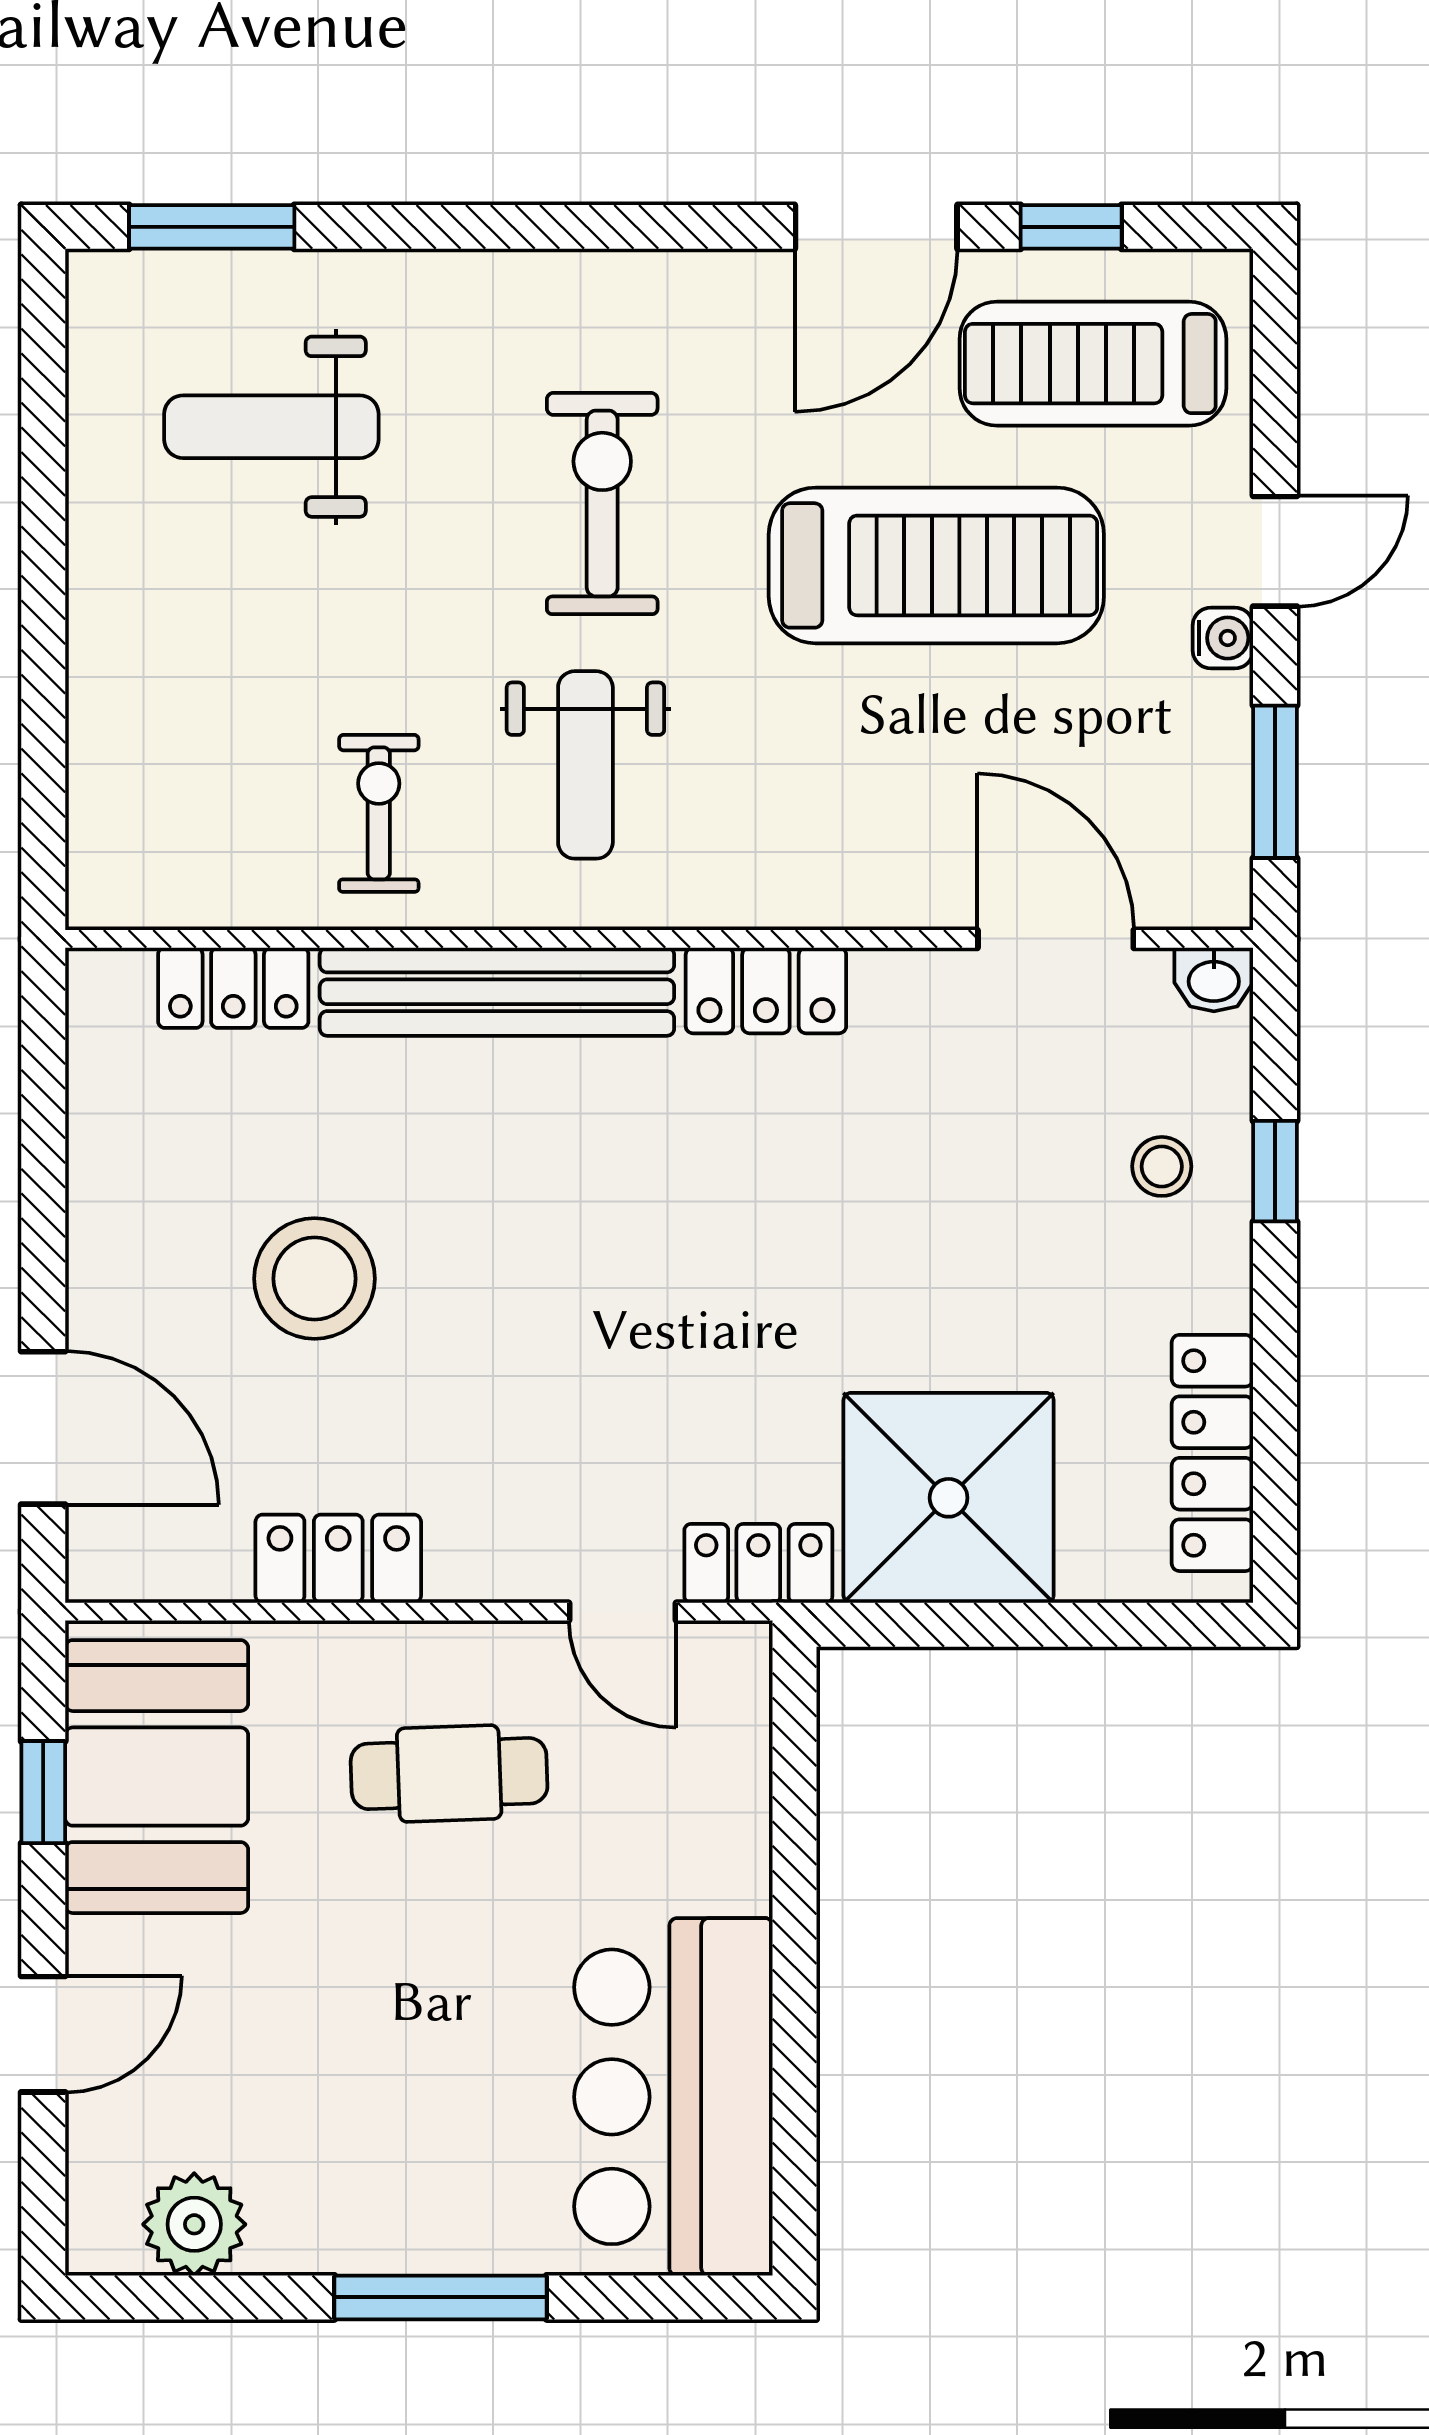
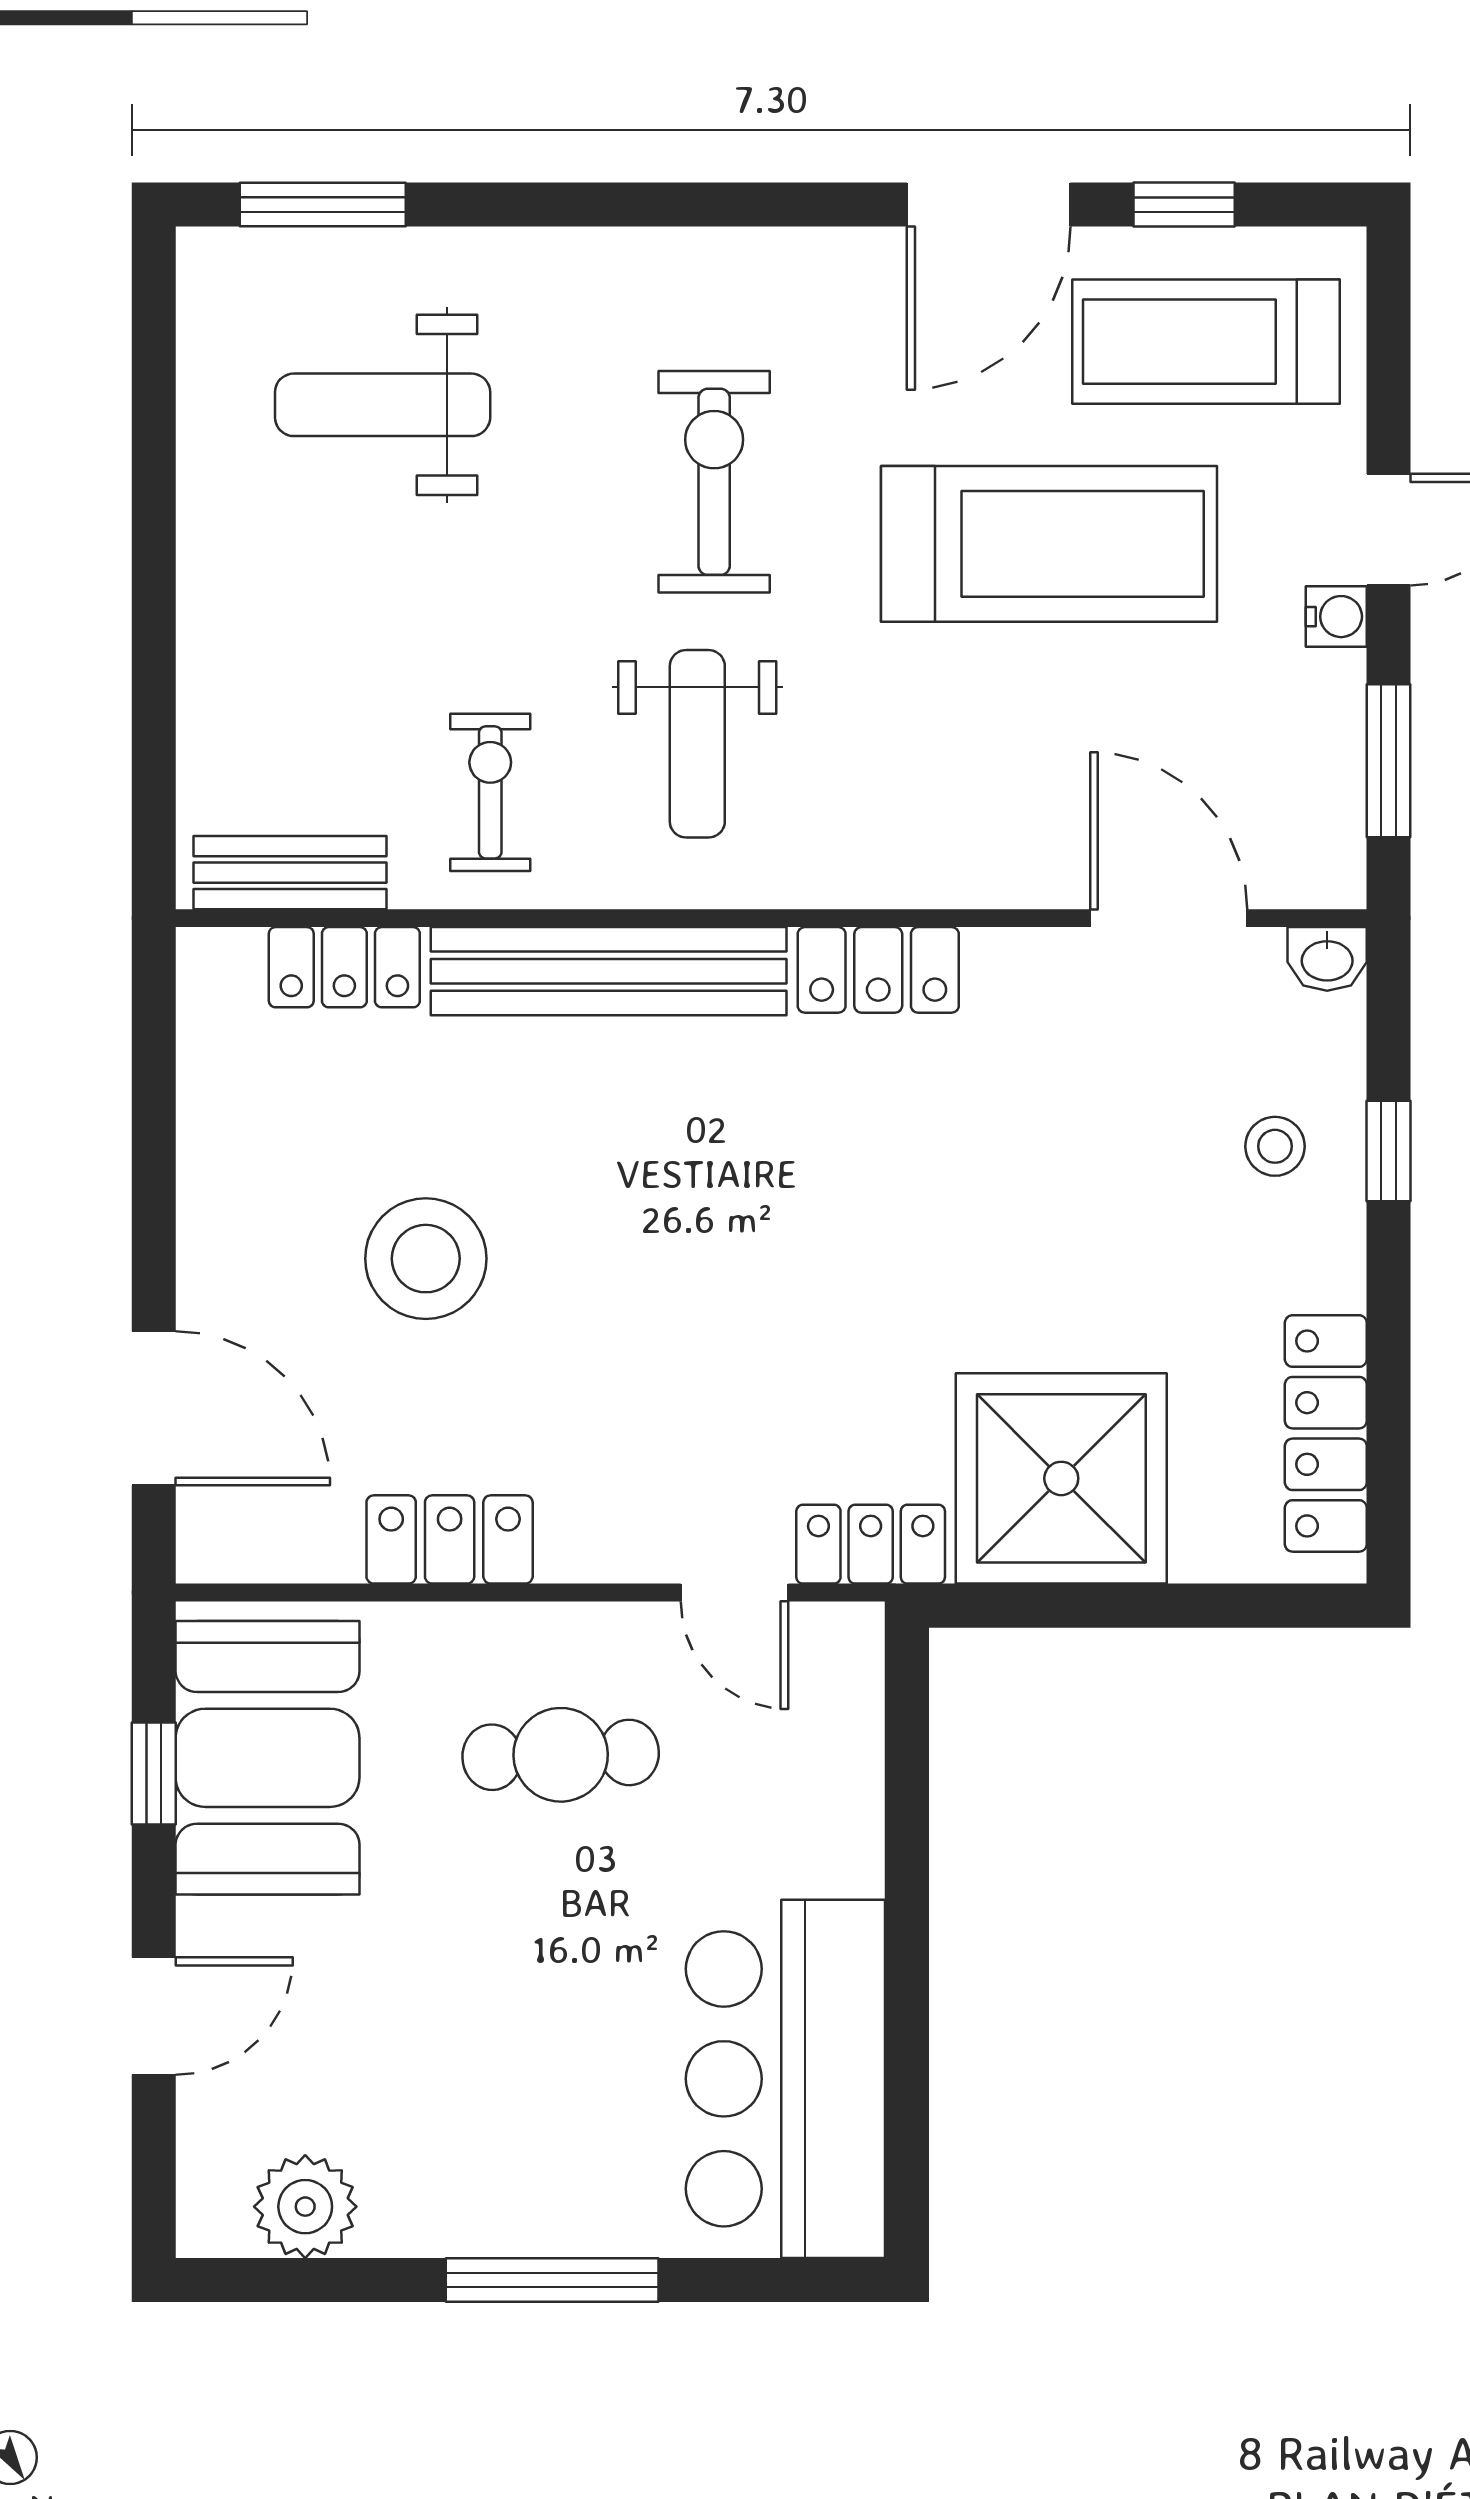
bench: (179, 893) -> (290, 873), added

